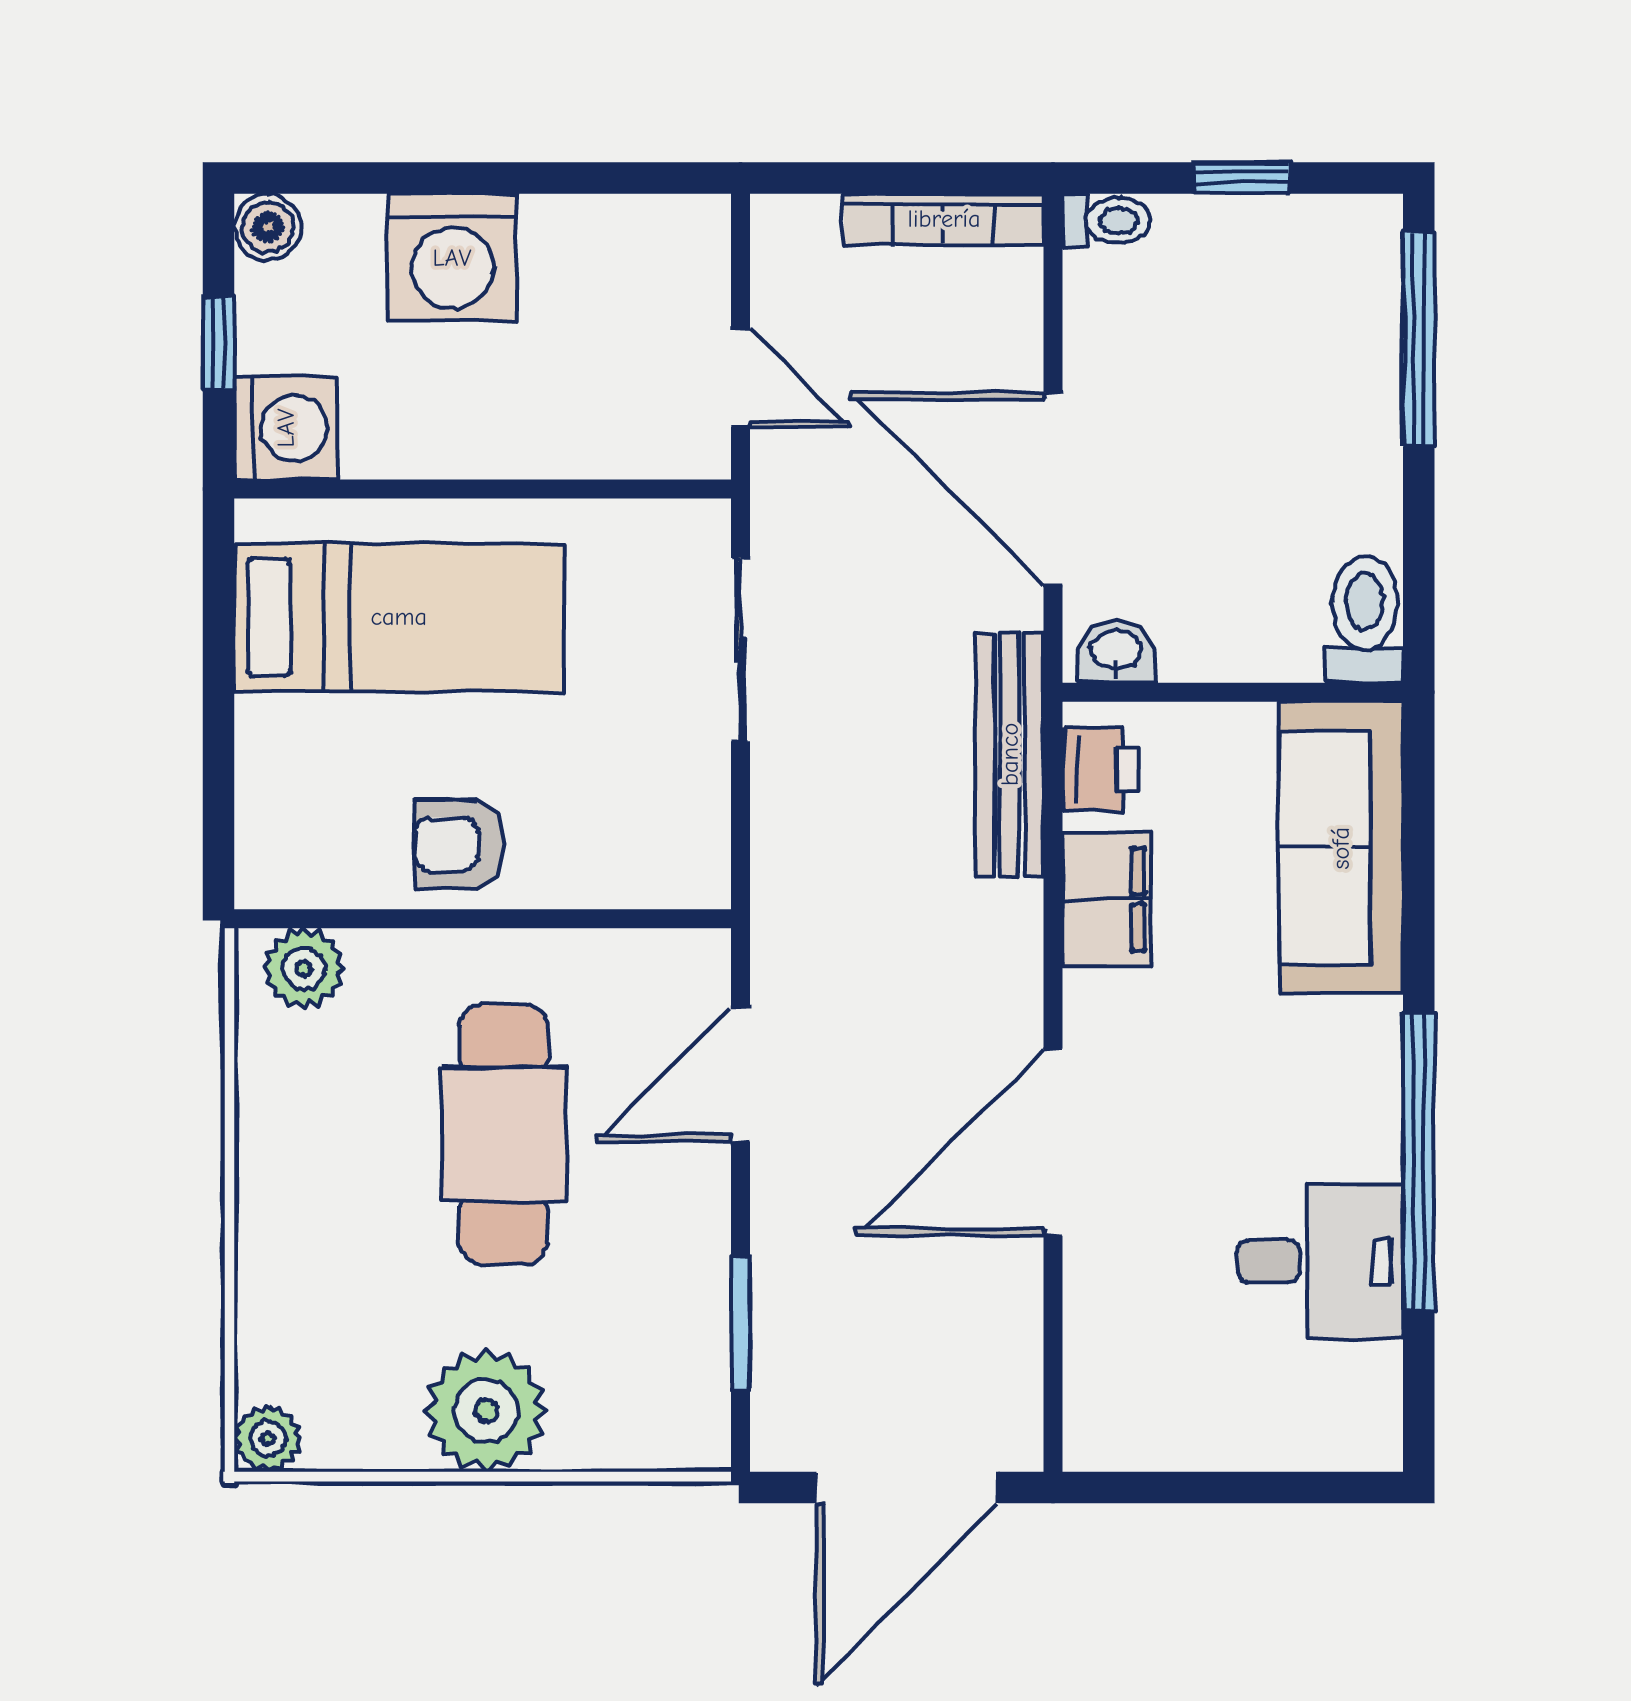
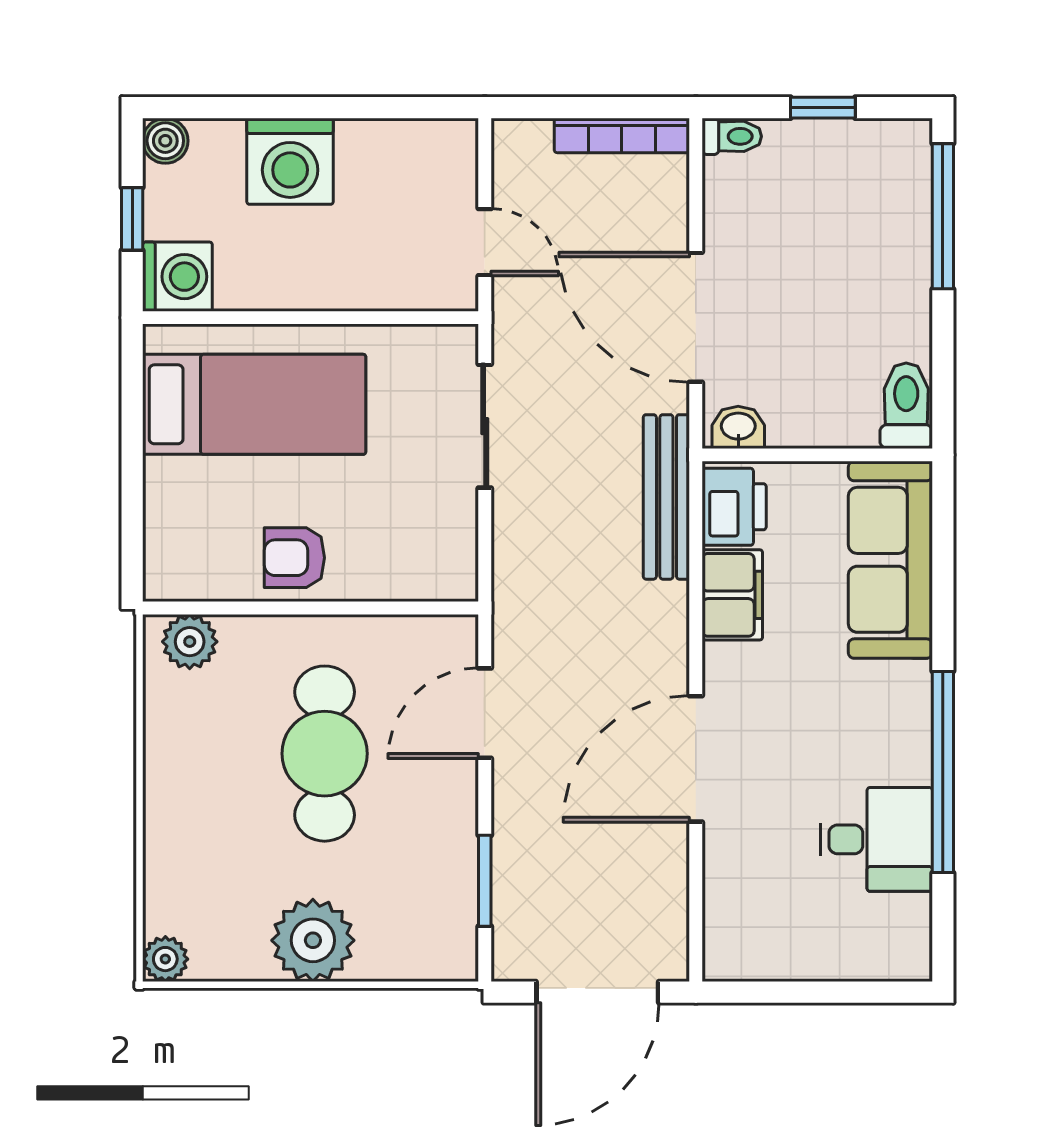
printer: (1101, 769) -> (734, 507), width x1.36, depth x1.24

